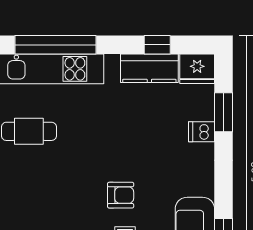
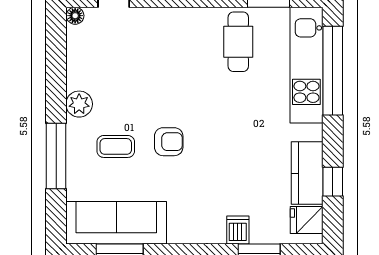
fridge: (197, 69) -> (307, 220), width x0.72
armchair: (121, 195) -> (169, 142), turned -90

